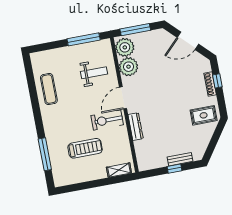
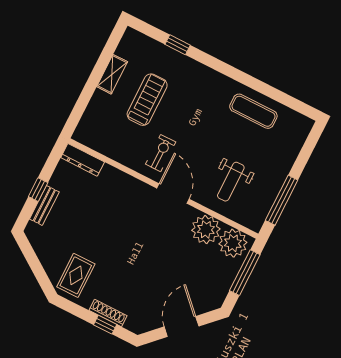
exercise bike: (107, 120) -> (161, 153), width x0.73, depth x0.72
dresser: (136, 127) -> (83, 160), moved
treadmill: (85, 148) -> (147, 100), turned 180
window: (45, 154) -> (178, 45), width x0.46
shelving: (119, 170) -> (112, 74), moved

